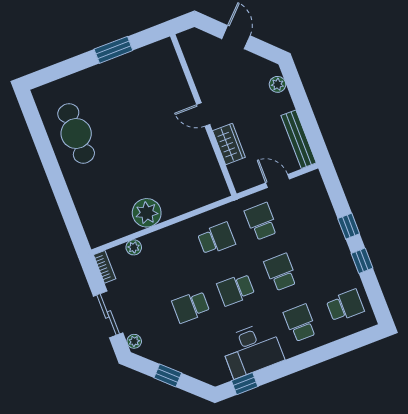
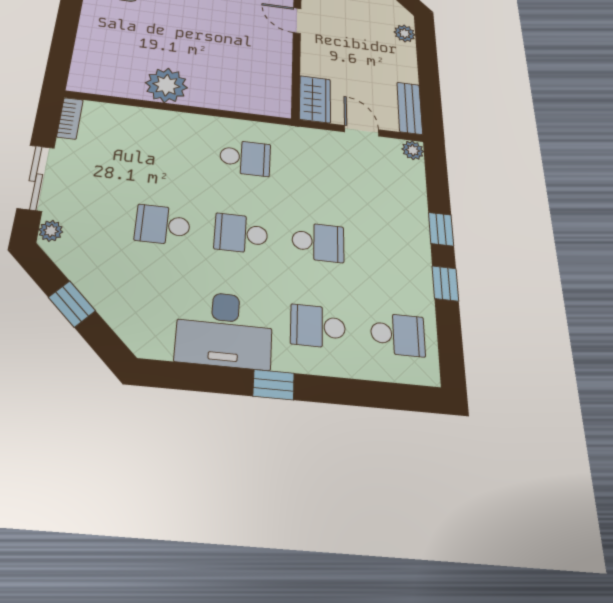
bench: (299, 139) -> (410, 108), width x0.73
wardrobe: (229, 144) -> (315, 99), moved
school desk: (261, 221) -> (318, 166), removed
plant: (134, 247) -> (413, 150), moved
school desk: (281, 272) -> (318, 242), turned 90
school desk: (300, 323) -> (318, 326), turned -90
window: (245, 384) -> (274, 385), moved

